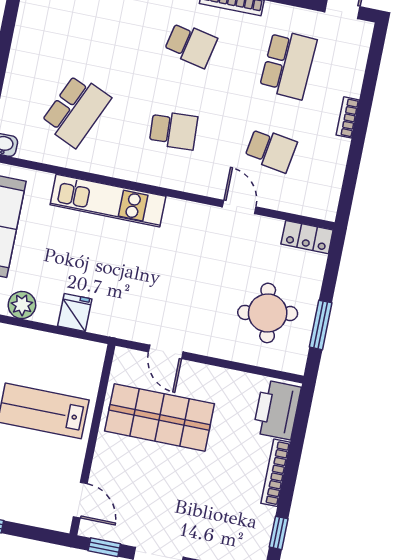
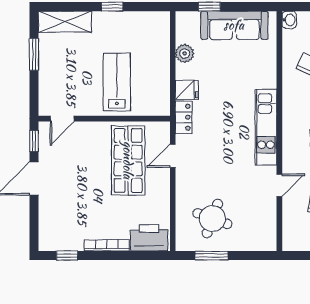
kitchen unit: (108, 201) -> (266, 127), moved
locker: (307, 237) -> (184, 117), moved, turned 180
round table: (268, 313) -> (212, 219), turned 30

